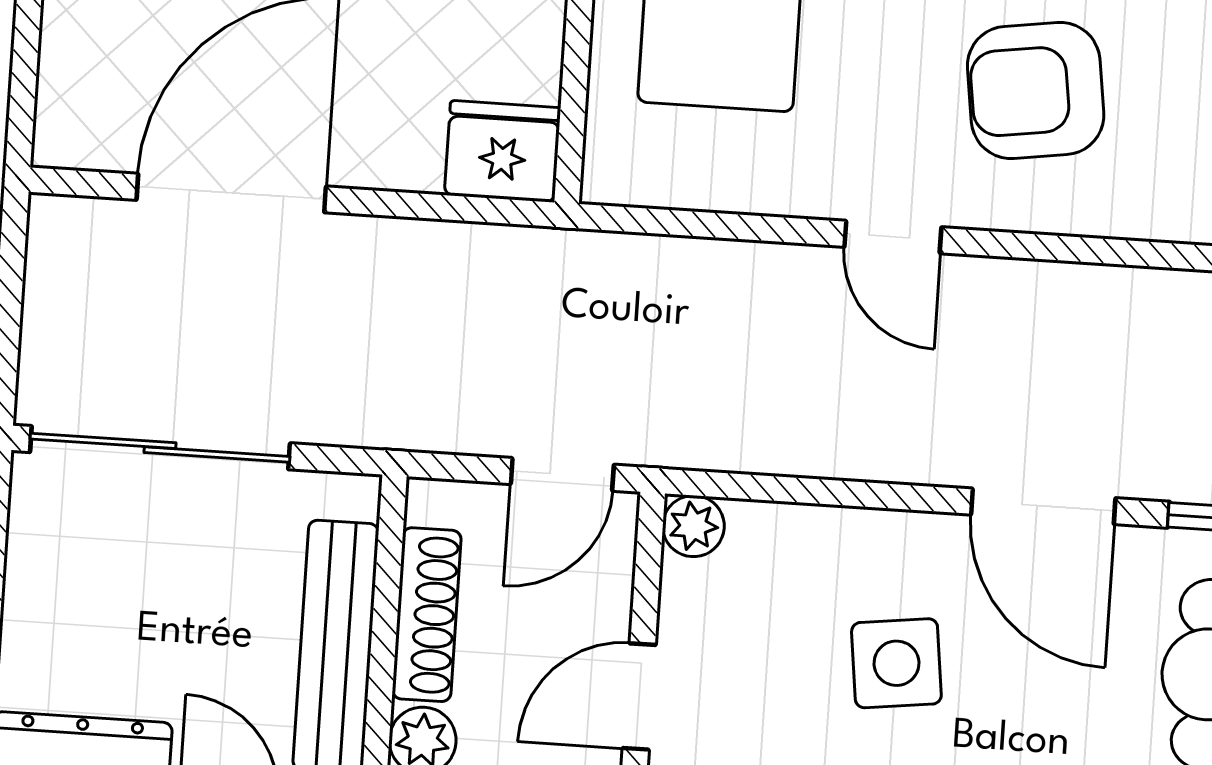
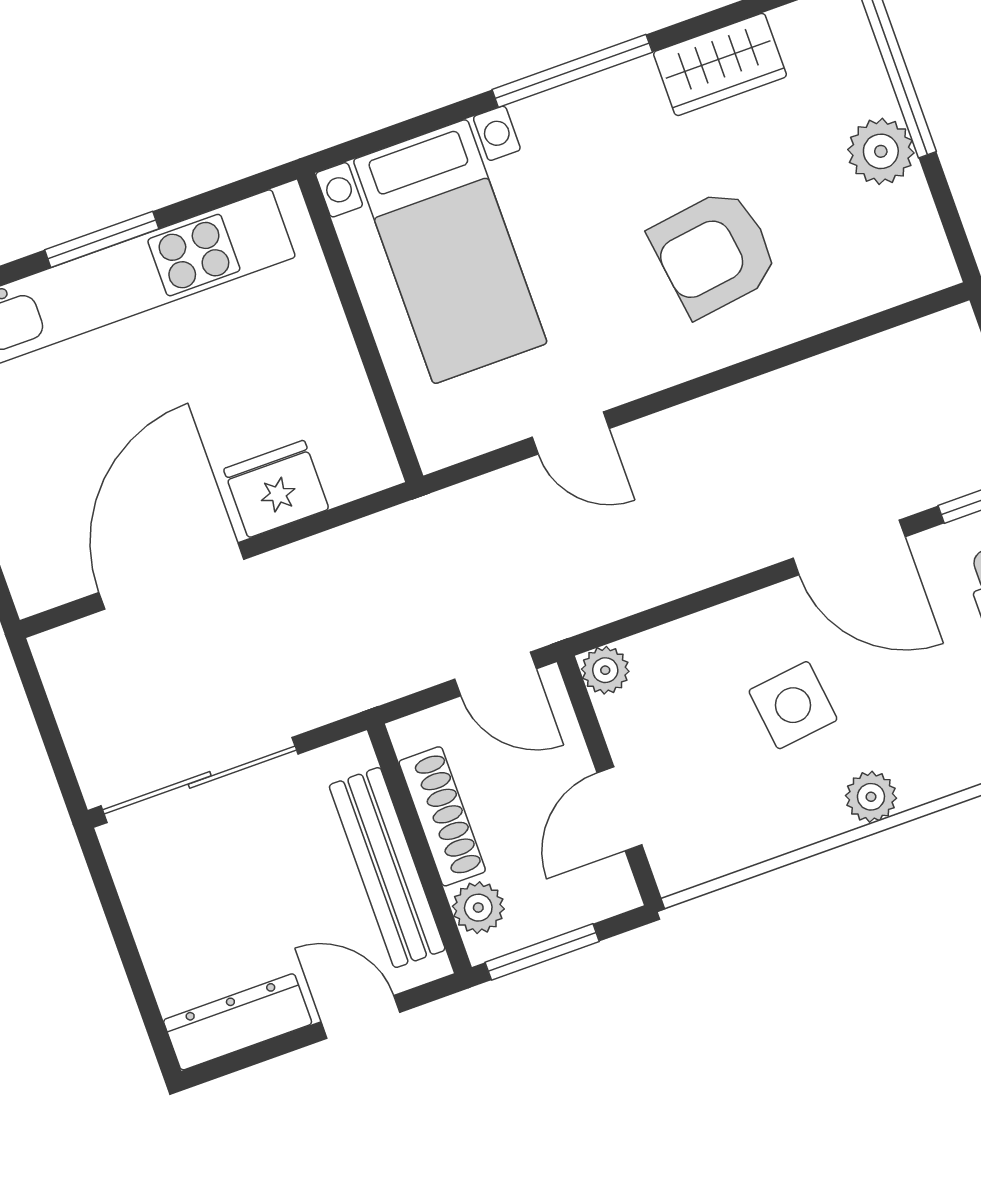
fridge: (503, 151) -> (276, 489), moved
door: (893, 237) -> (571, 433), moved
door: (562, 474) -> (495, 674), hinge flipped

